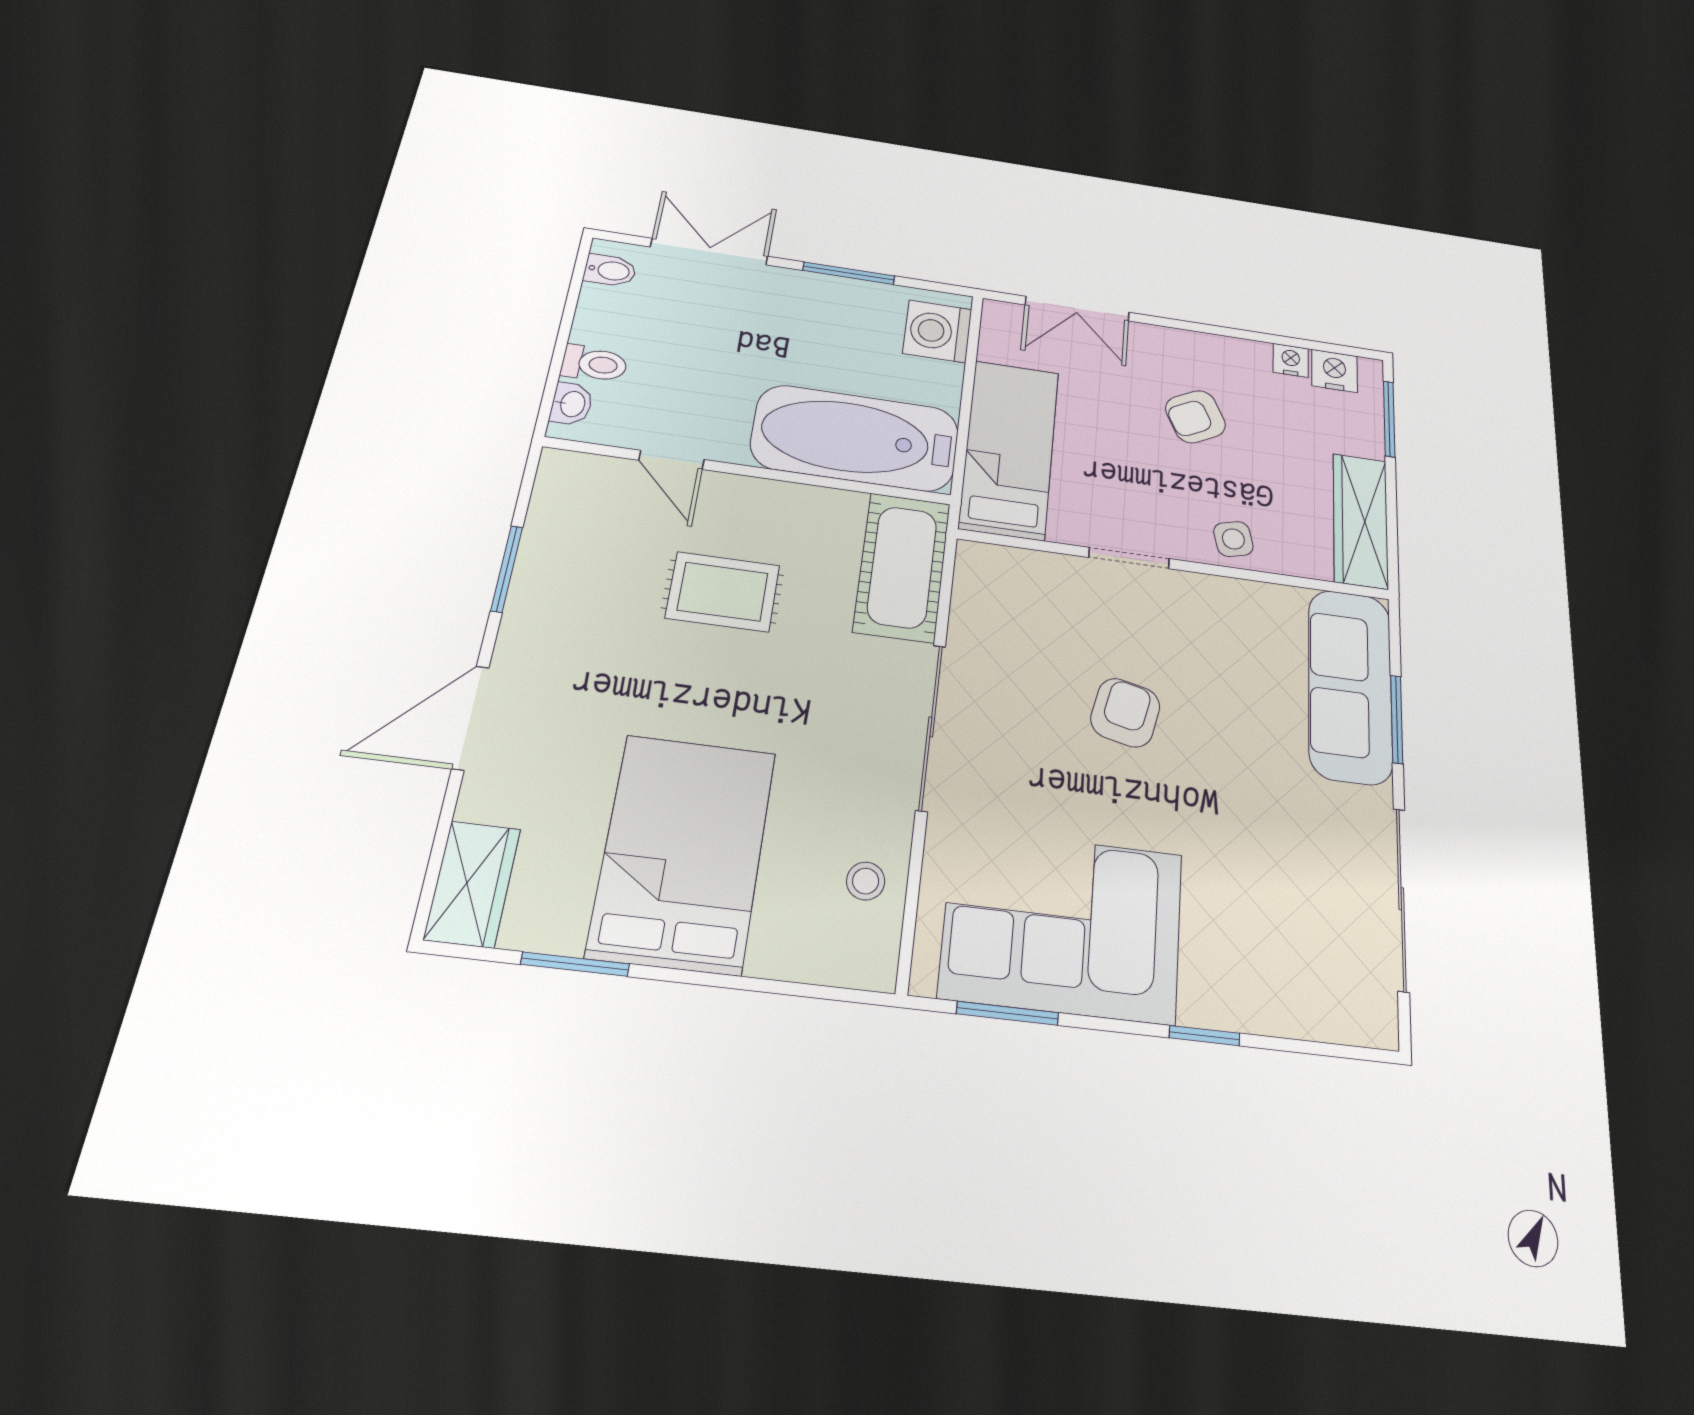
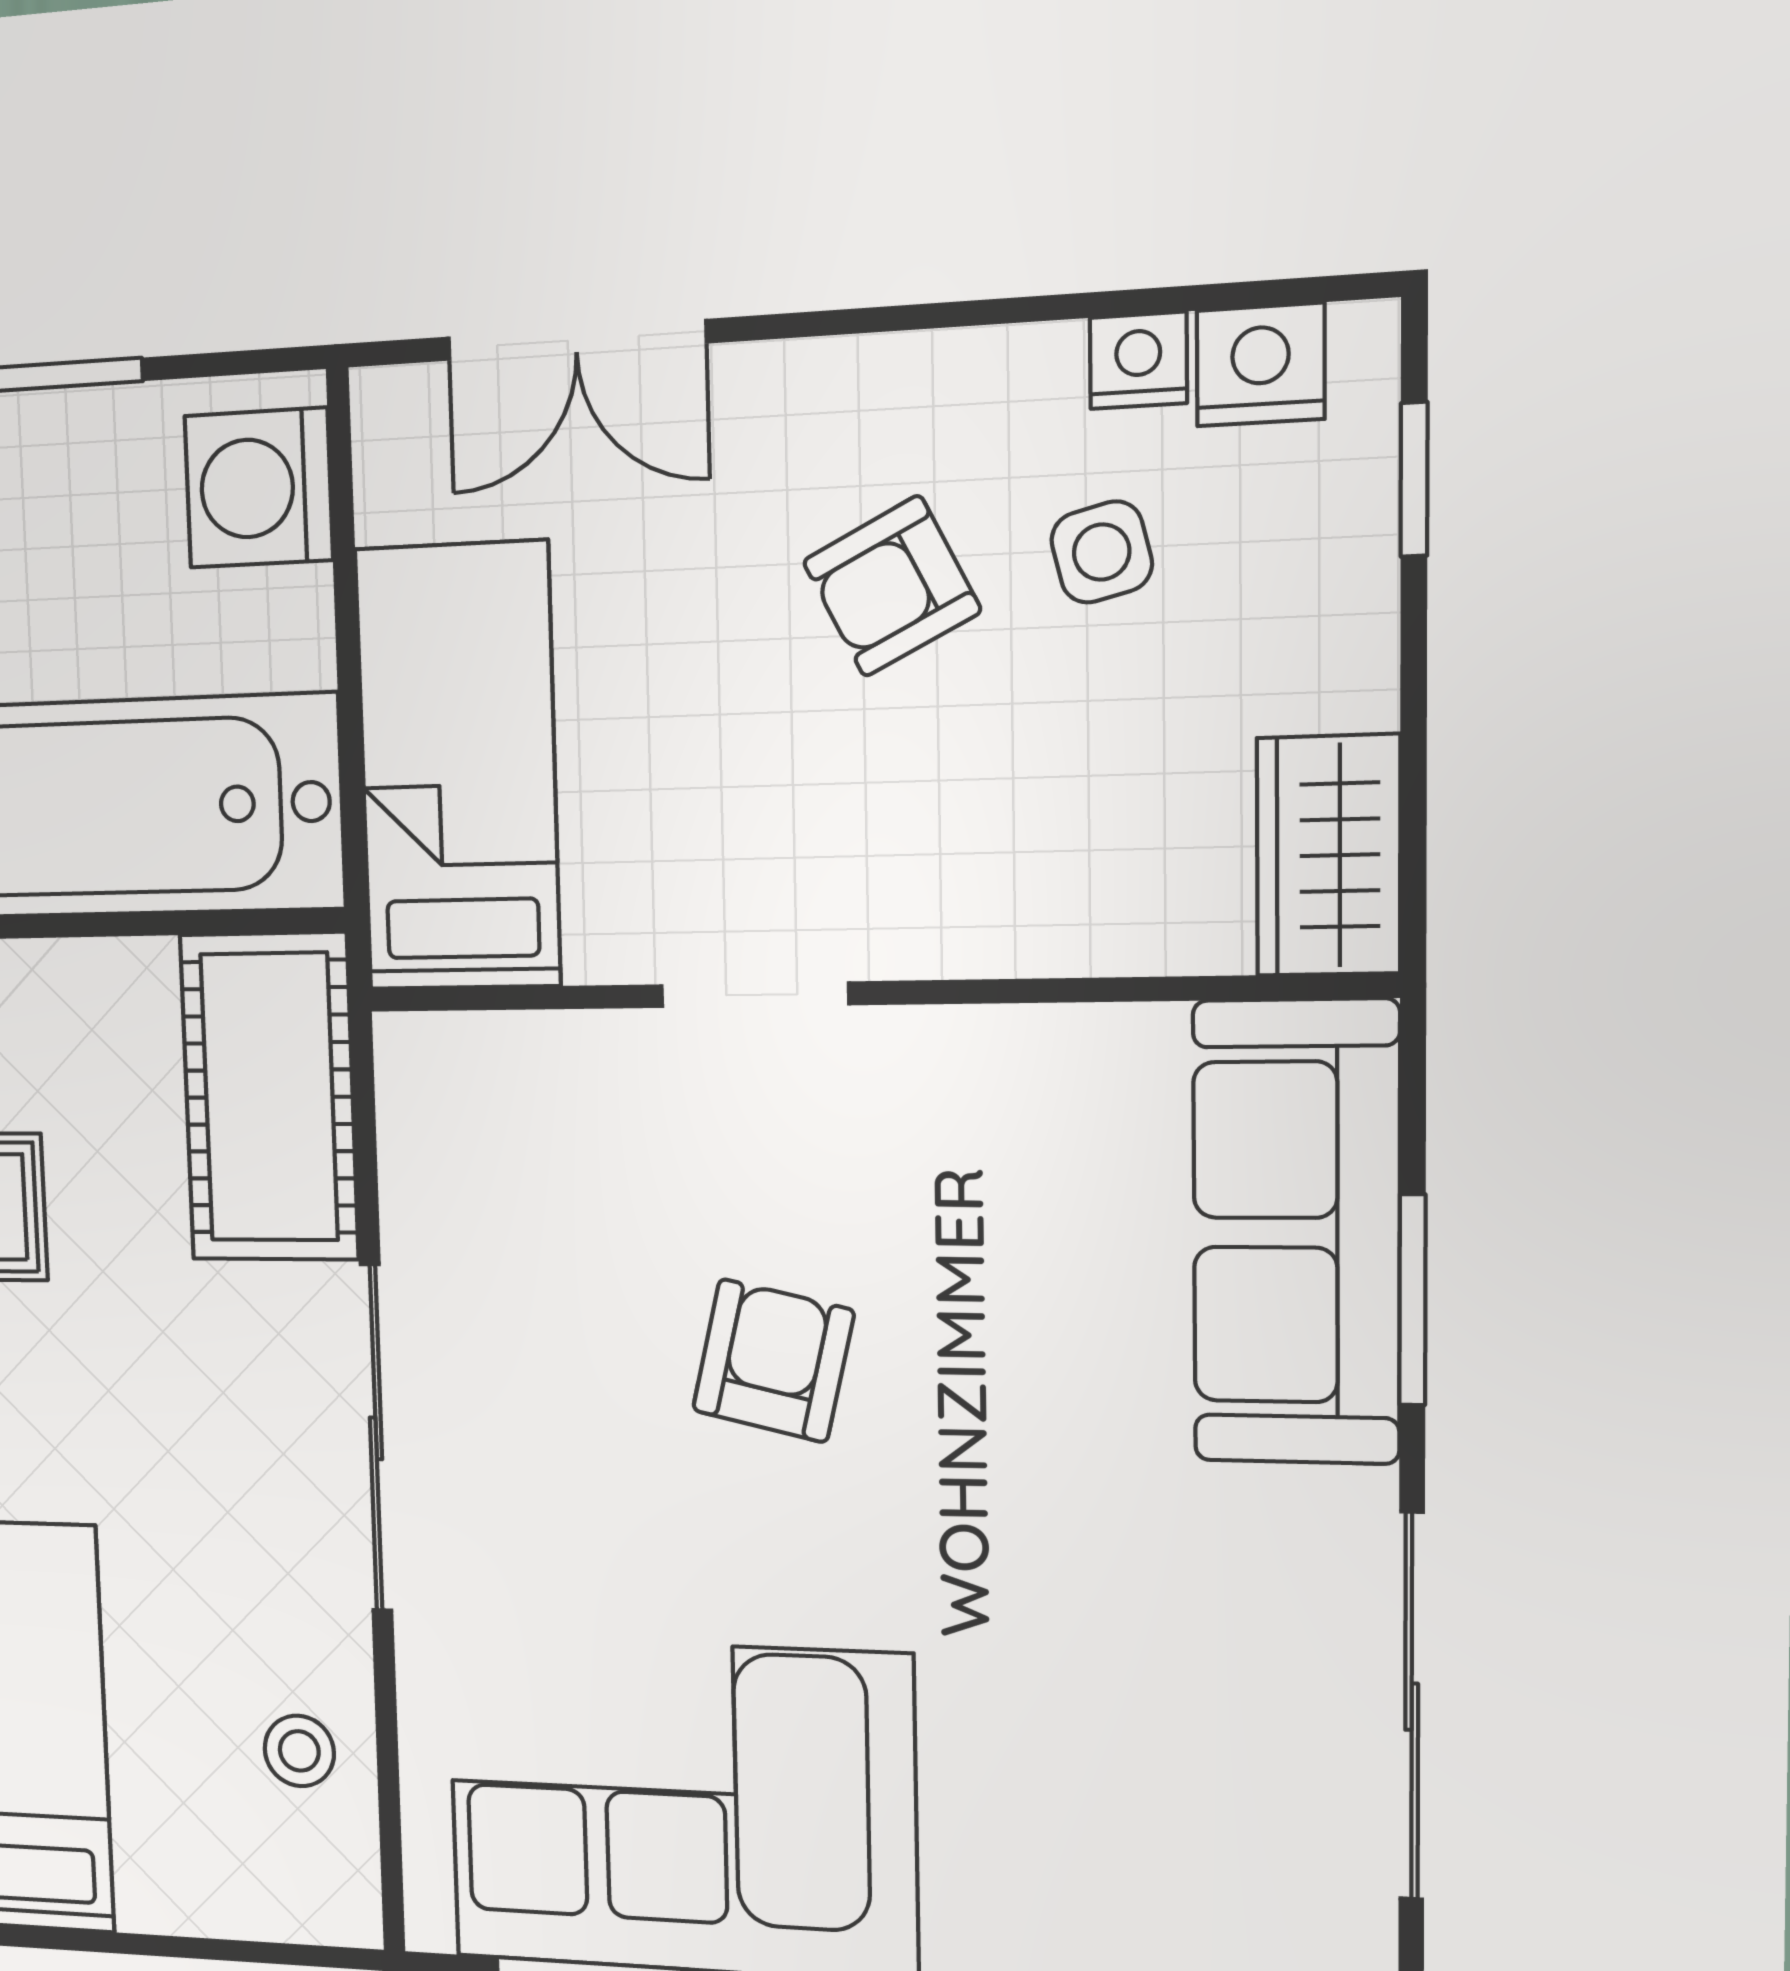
window: (1389, 419) -> (1414, 479), width x0.67
wardrobe: (1360, 521) -> (1328, 855), width x0.67
side table: (1233, 539) -> (1102, 552), moved

